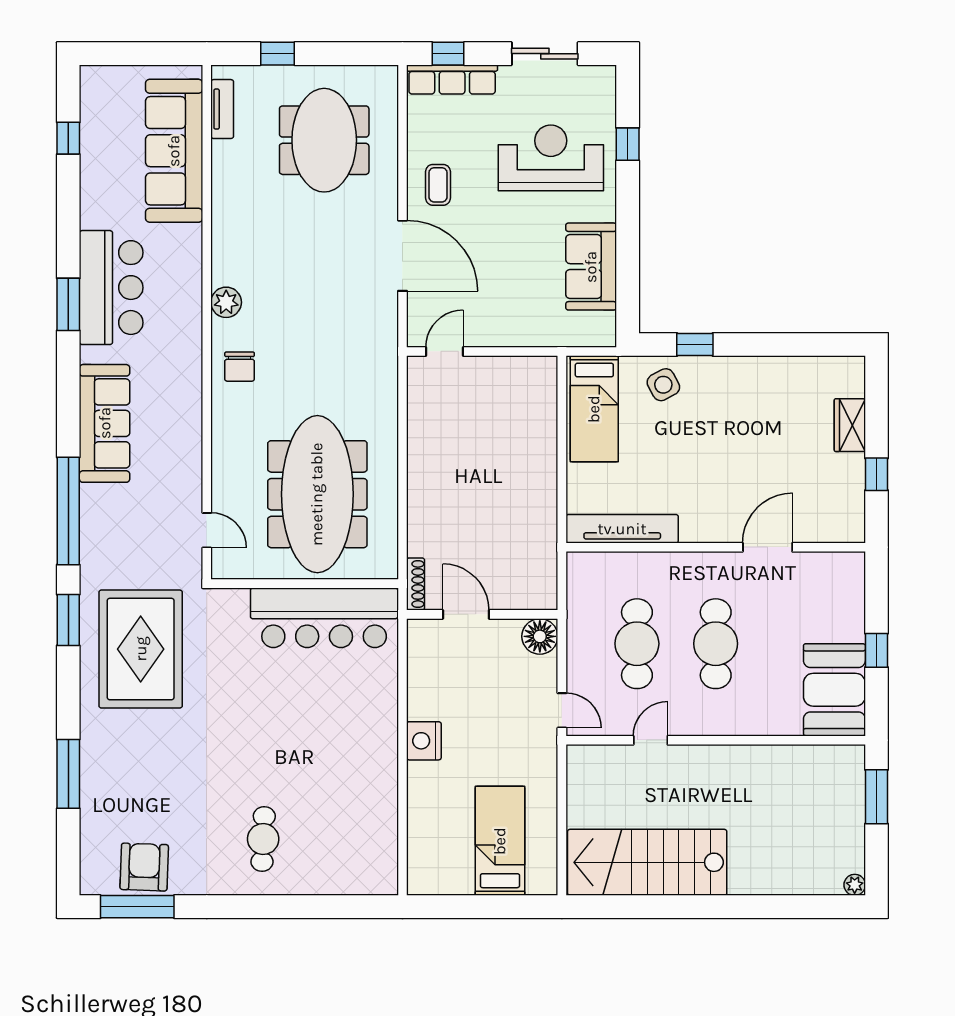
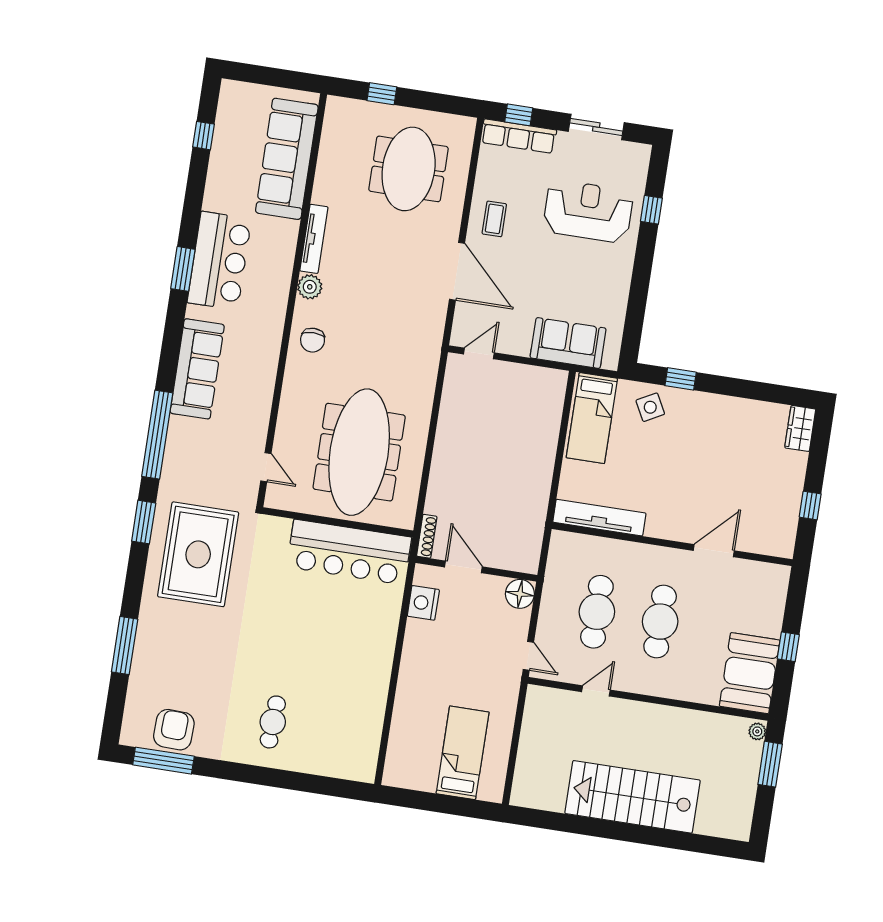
tv unit: (222, 109) -> (314, 239), moved, width x1.41
sofa: (591, 267) -> (568, 343), moved, turned 90
wardrobe: (850, 425) -> (800, 428), moved
nightstand: (424, 741) -> (423, 603), moved
stairs: (647, 862) -> (633, 797), moved
plant: (855, 885) -> (757, 731), moved

